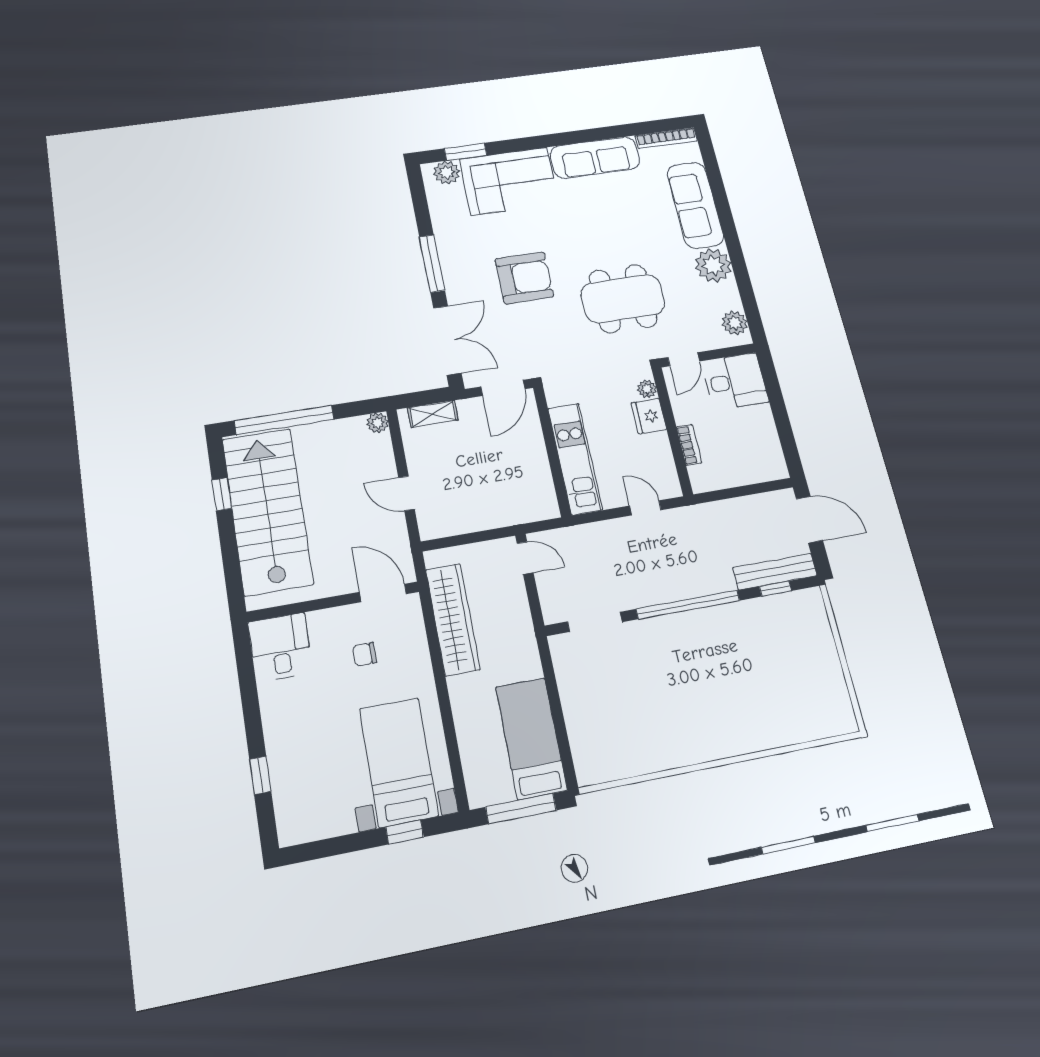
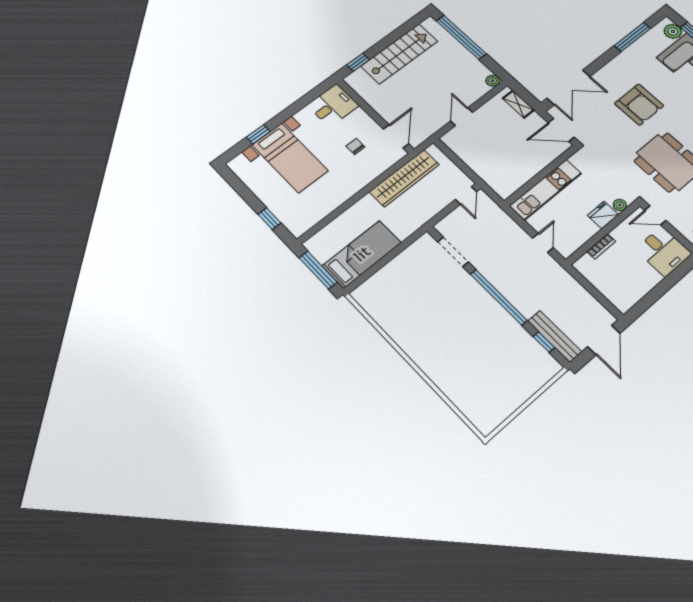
window: (432, 263) -> (632, 37), moved
window: (222, 494) -> (358, 62), moved
stairs: (267, 511) -> (399, 54), width x0.73, depth x0.66
bed with nightstands: (399, 762) -> (290, 158), moved, turned 90

